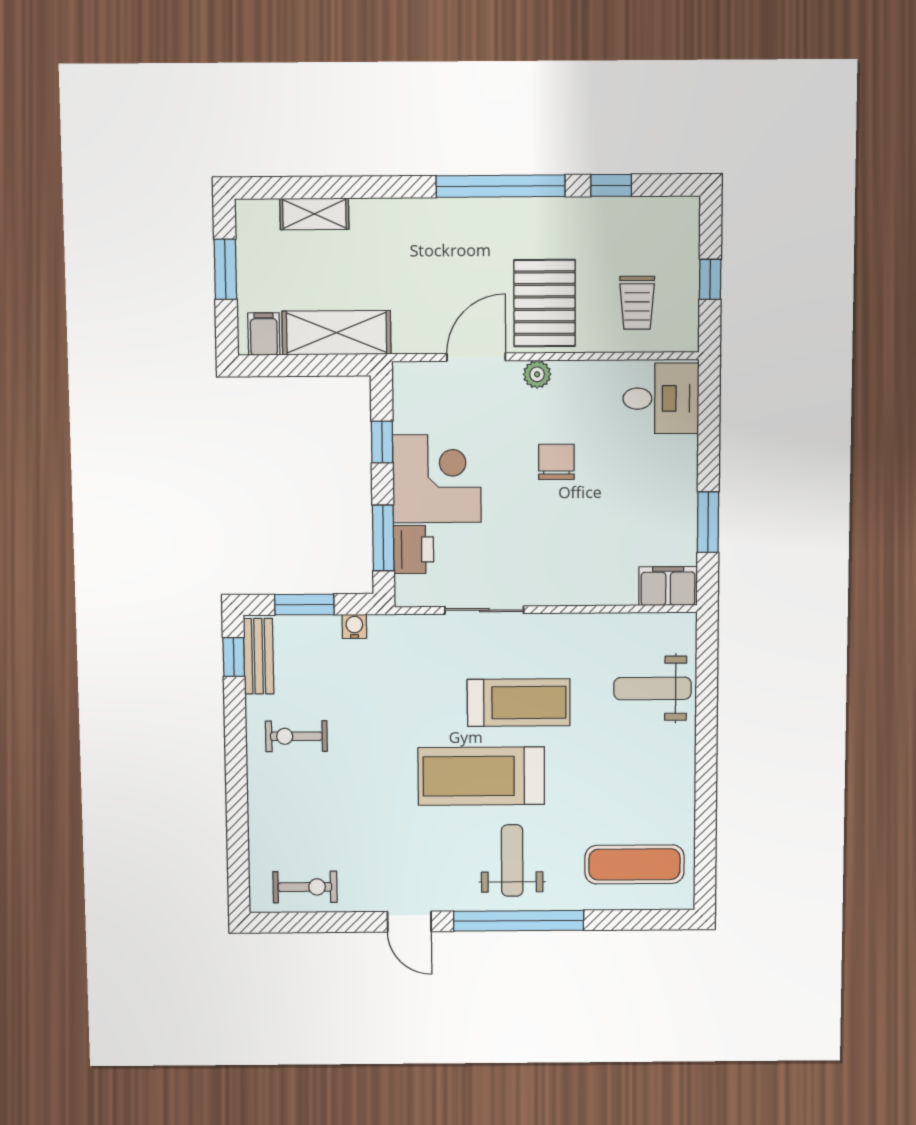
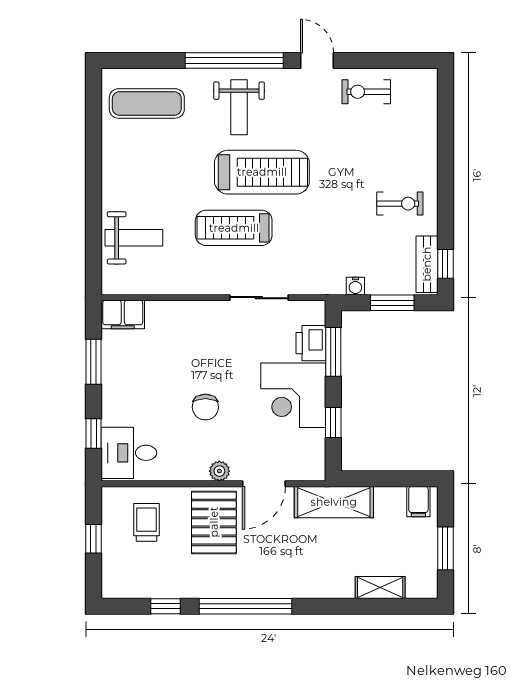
shelving: (337, 333) -> (334, 502), moved
window: (709, 425) -> (94, 434), added
exercise bike: (305, 887) -> (366, 92), moved

